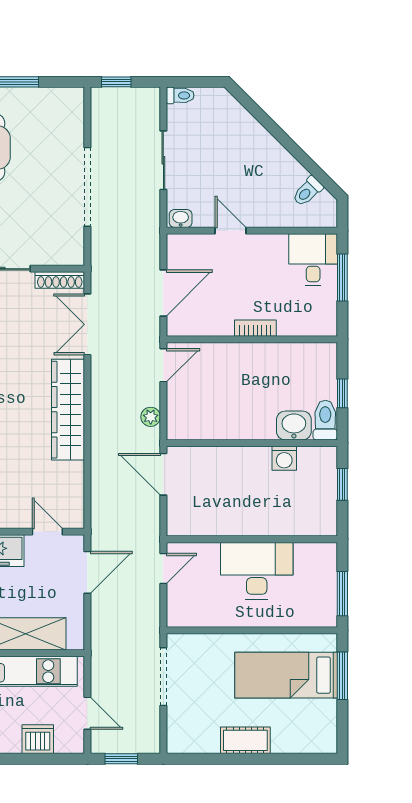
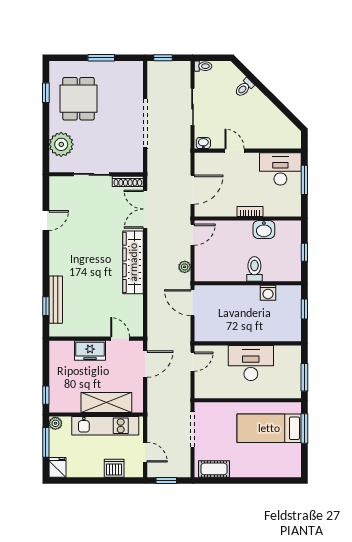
toilet: (308, 191) -> (244, 88), moved
desk: (313, 260) -> (280, 169), width x1.37
toilet: (325, 420) -> (254, 269), moved
washbasin: (294, 426) -> (264, 230), moved, turned 180
cot: (245, 740) -> (214, 469), moved

